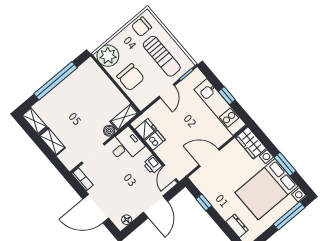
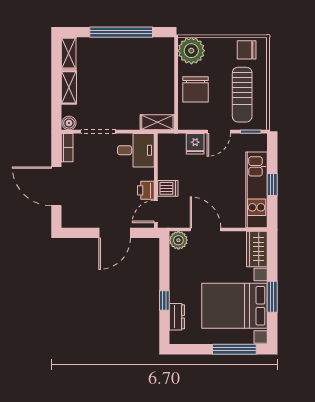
fridge: (146, 129) -> (195, 144), moved, turned 90
boiler: (109, 131) -> (69, 123), moved
dishwasher: (155, 140) -> (168, 188), moved
plant: (198, 178) -> (178, 240), added
window: (204, 202) -> (164, 300), moved
floor lamp: (127, 220) -> (77, 222), removed

